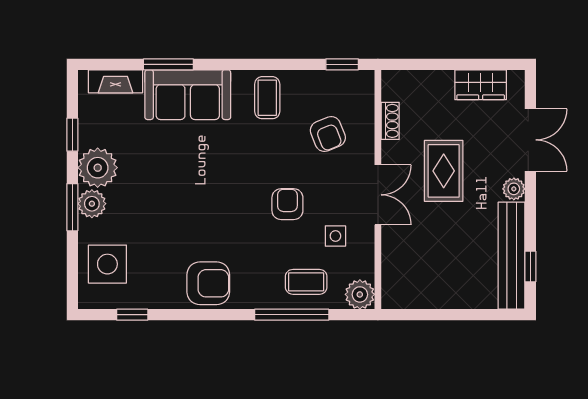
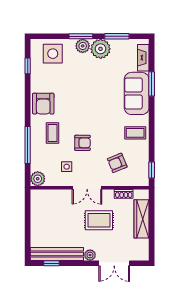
wardrobe: (481, 85) -> (142, 219), moved, width x1.50
window: (72, 135) -> (117, 36), width x1.50
coffee table: (306, 282) -> (52, 133), moved

